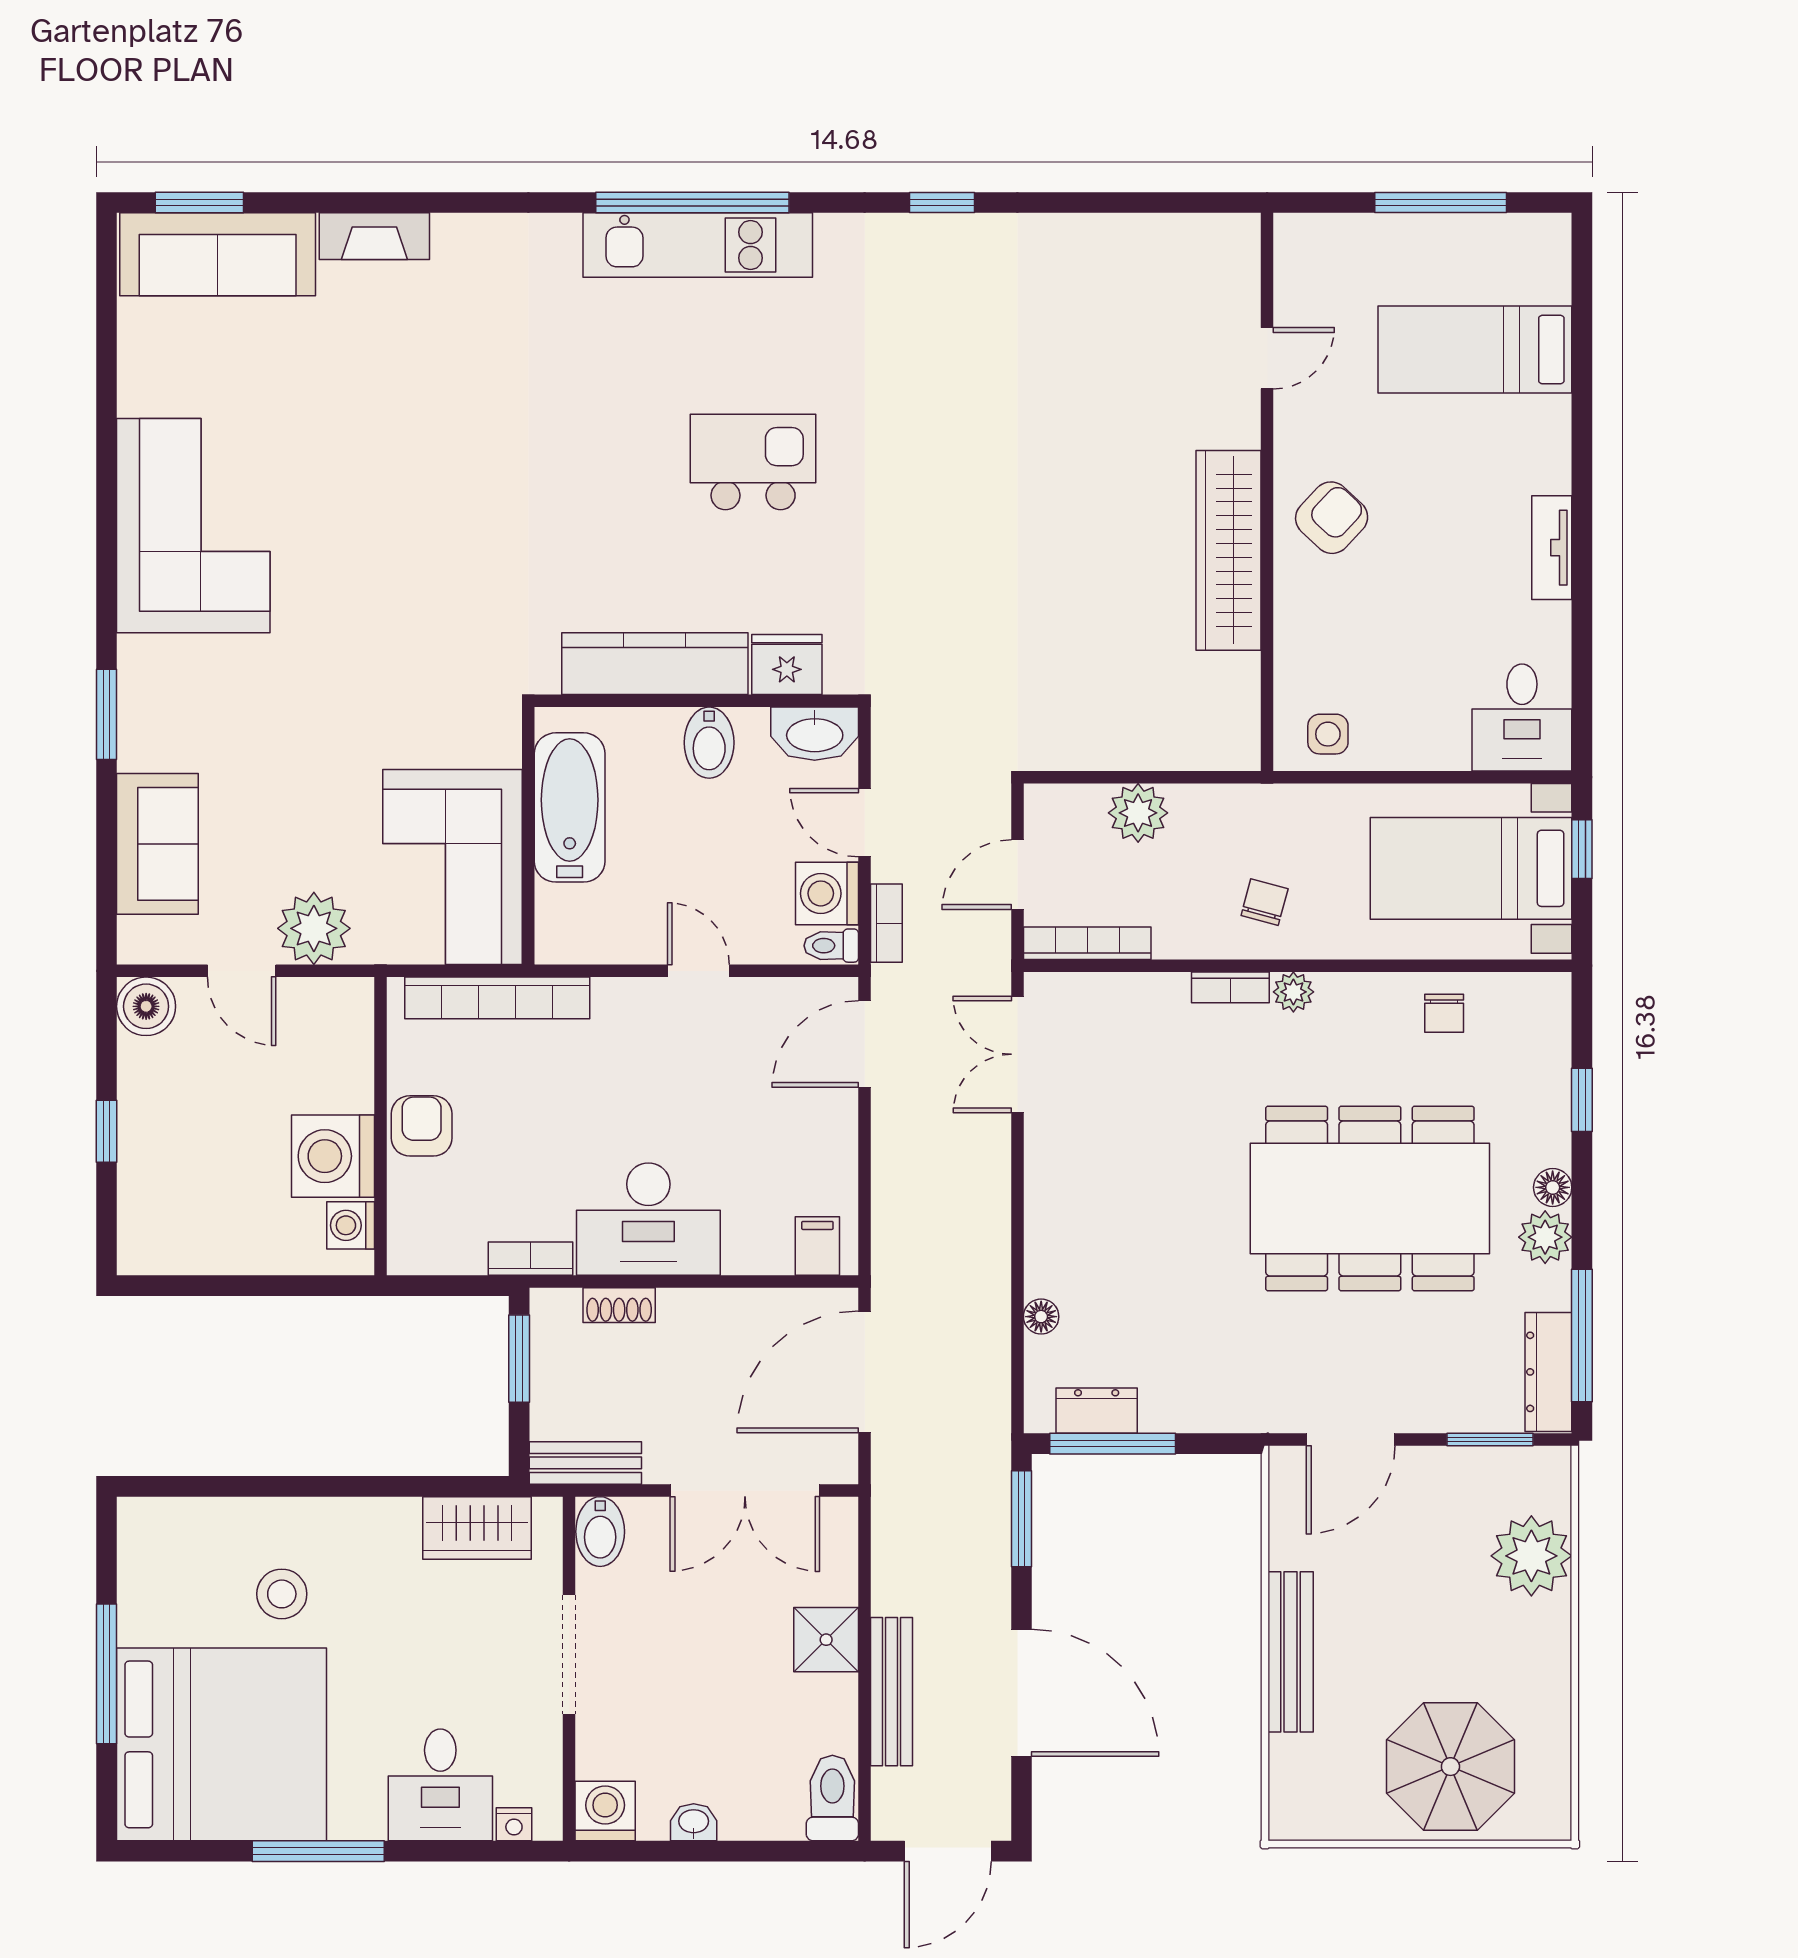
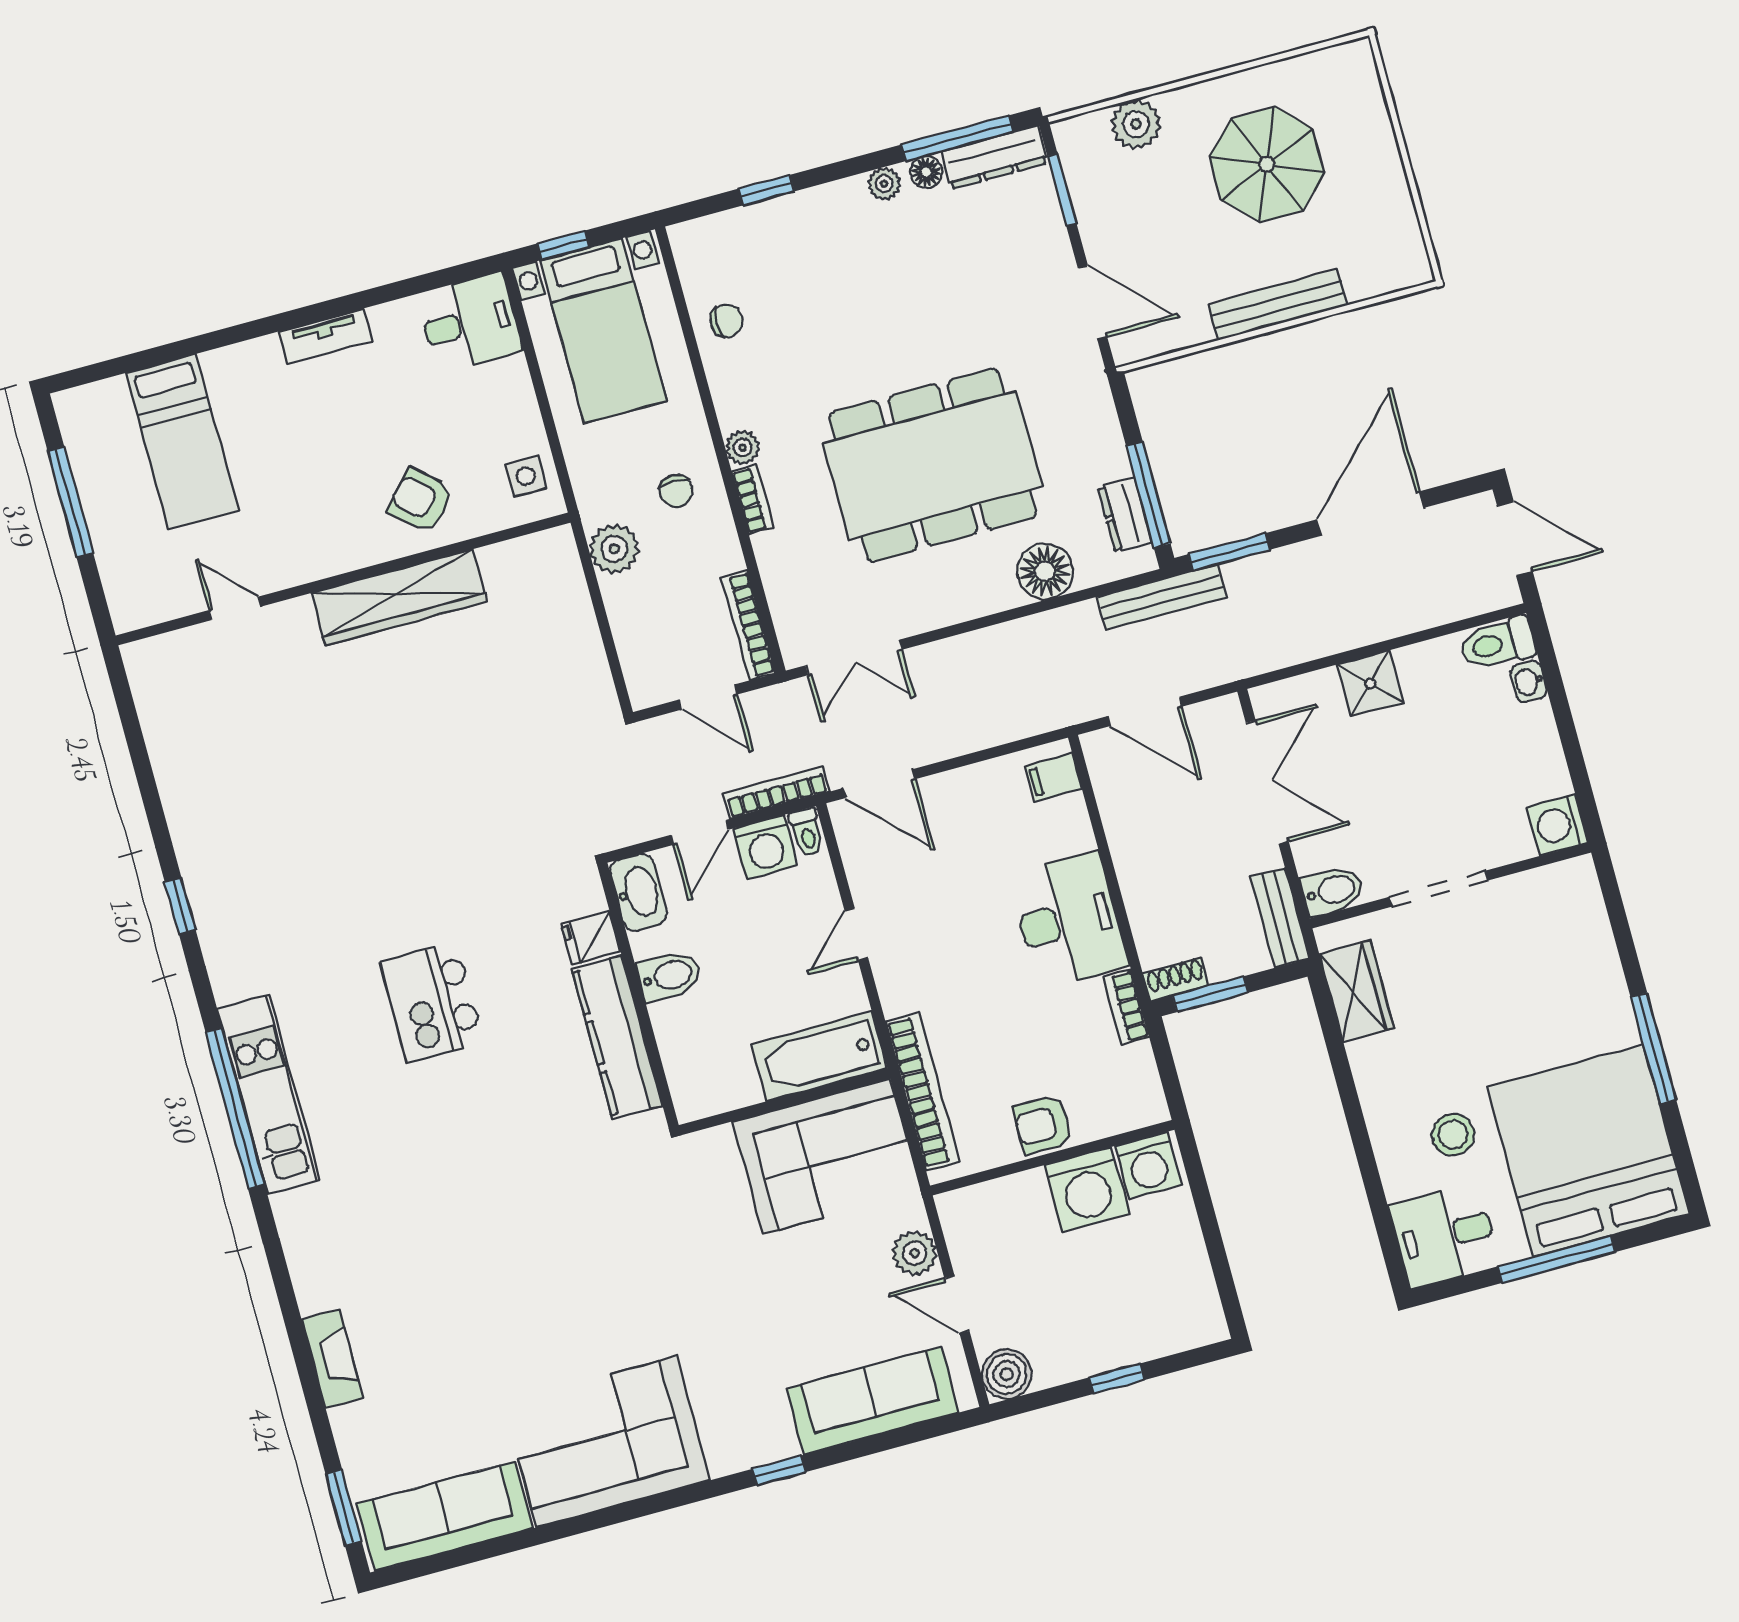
sofa: (218, 254) -> (445, 1516), moved, turned -90
armchair: (1332, 518) -> (421, 500), moved
fridge: (787, 665) -> (591, 938), width x0.72
window: (106, 714) -> (779, 1470), width x0.67
bathtub: (570, 807) -> (819, 1056), moved
plant: (1138, 813) -> (614, 549), moved
sofa: (157, 844) -> (873, 1401), width x1.36
chair: (1265, 902) -> (676, 491), turned -105
bookcase: (886, 923) -> (776, 792), width x1.56
plant: (314, 928) -> (915, 1253), width x0.73, depth x0.73
door: (242, 971) -> (957, 1304), swing flipped
floor lamp: (1553, 1187) -> (926, 172), moved
dining table: (1370, 1199) -> (933, 465), moved, turned 90
washing machine: (351, 1225) -> (1148, 1165), width x1.38, depth x1.38
plant: (1545, 1237) -> (884, 184), width x0.73, depth x0.73
shoe rack: (619, 1305) -> (1176, 979), moved, turned -90
floor lamp: (1041, 1317) -> (1045, 571), width x1.89, depth x1.89
door: (865, 1372) -> (1145, 711), width x0.73
plant: (1531, 1556) -> (1136, 124), width x0.73, depth x0.73
bench: (891, 1692) -> (1162, 597), moved
parasol: (1450, 1767) -> (1267, 165), moved
desk: (440, 1785) -> (1444, 1236), moved, turned 180
washbasin: (694, 1822) -> (1529, 681), moved
nightstand: (514, 1824) -> (1589, 896), removed

